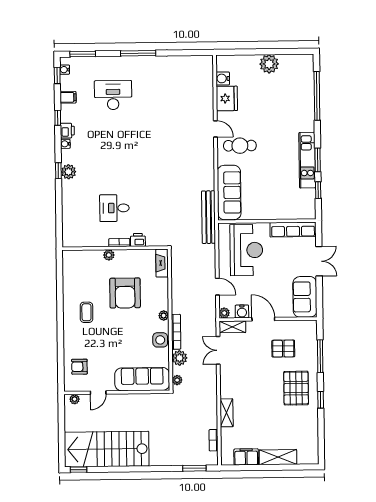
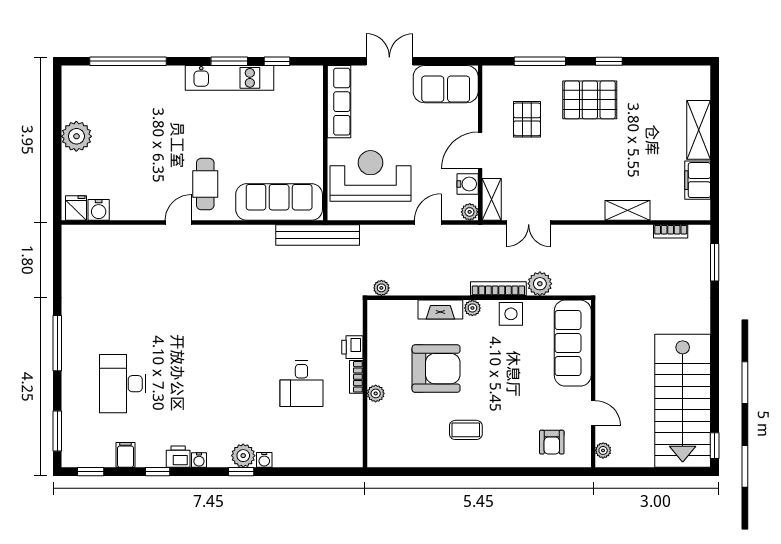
water cooler: (65, 70) -> (264, 460), moved
fridge: (227, 98) -> (76, 208), moved, width x0.53, depth x0.75
fireplace: (162, 263) -> (440, 309), moved
plant: (177, 380) -> (381, 288), moved

